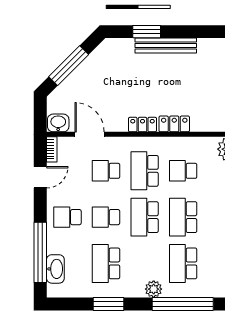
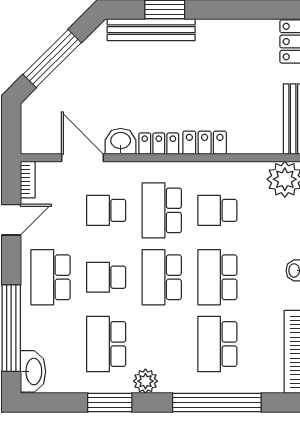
bench: (166, 46) -> (151, 30), moved
washbasin: (58, 123) -> (121, 141), moved
school desk: (67, 217) -> (51, 277), width x1.85
washbasin: (55, 269) -> (33, 371), moved
plant: (154, 289) -> (145, 381), moved

